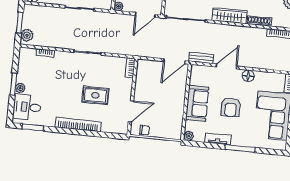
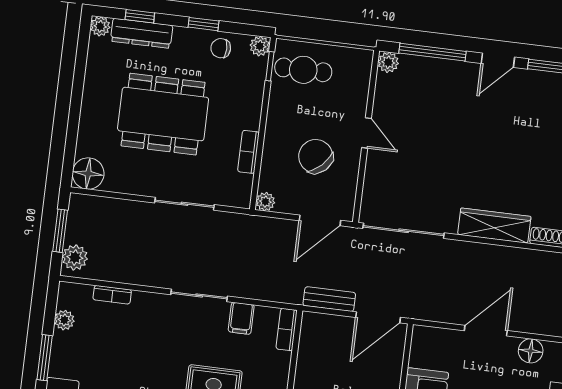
bench: (201, 58) -> (329, 299), moved
filing cabinet: (108, 63) -> (241, 318), added
plant: (20, 88) -> (64, 320), moved

